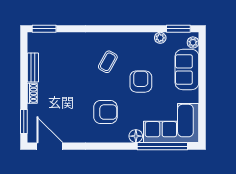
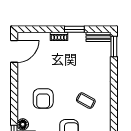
bench: (33, 68) -> (99, 37), moved
window: (24, 122) -> (74, 29), moved

